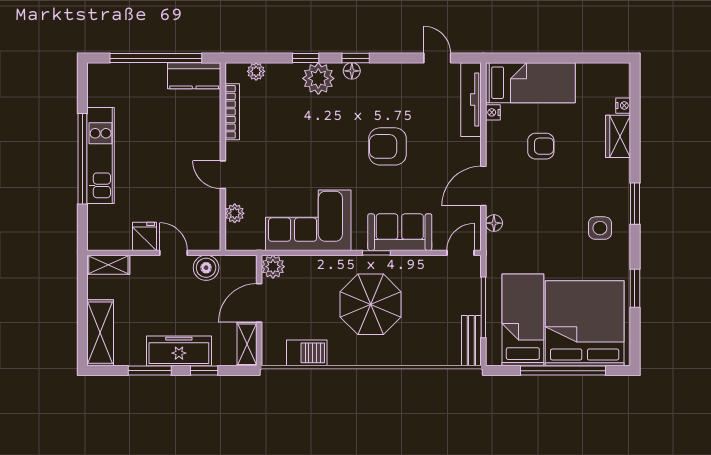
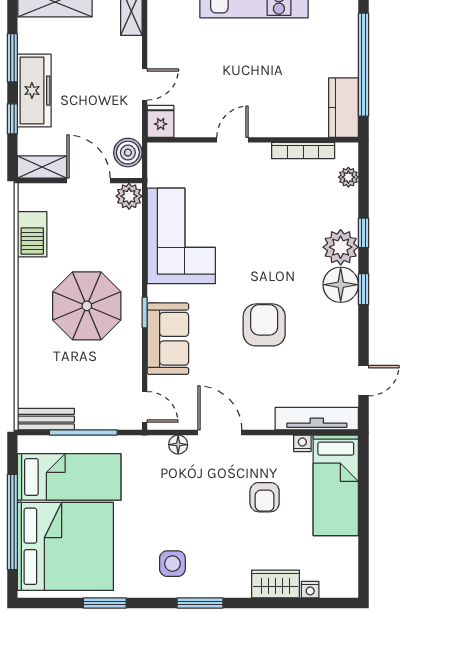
floor lamp: (352, 71) -> (341, 285), width x1.89, depth x1.89
plant: (235, 213) -> (189, 153), removed
fridge: (144, 236) -> (161, 121), moved, turned -90
boiler: (206, 268) -> (128, 153), moved

